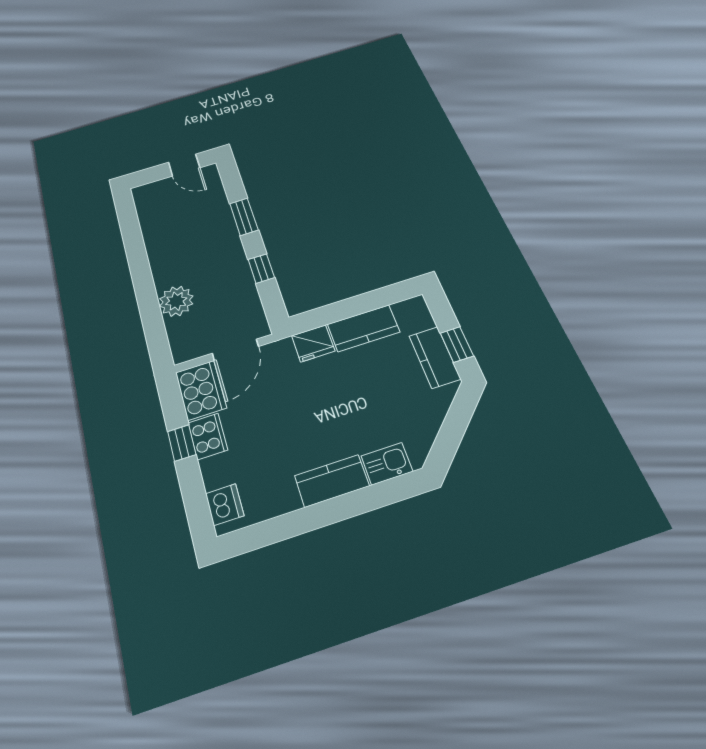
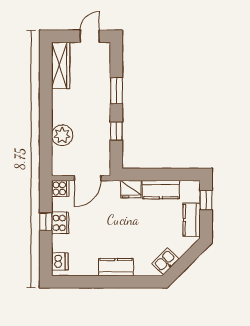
door: (184, 165) -> (90, 36), swing flipped
wardrobe: (150, 212) -> (61, 65), added
window: (457, 344) -> (206, 200), moved
cooker: (201, 390) -> (60, 188), width x0.53, depth x0.76
kitchen sink: (387, 464) -> (165, 261), moved, turned -45

